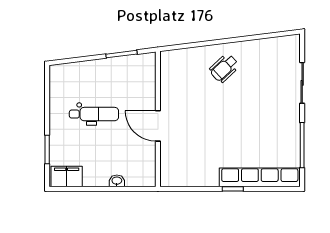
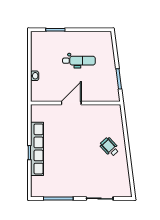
dental chair: (94, 114) -> (79, 61), turned -90
filing cabinet: (67, 177) -> (38, 43), removed
row of seats: (260, 177) -> (37, 149), moved

